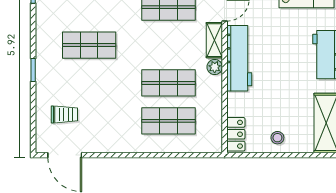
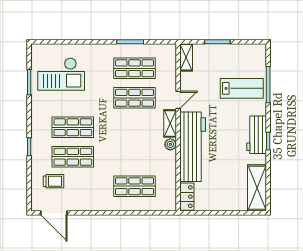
workbench: (239, 58) -> (193, 147), width x1.36, depth x1.32
shop shelf: (169, 83) -> (73, 157), moved
stool: (277, 138) -> (219, 199), removed

